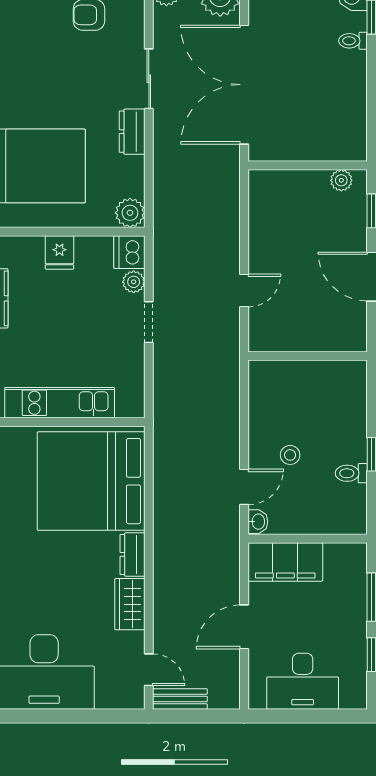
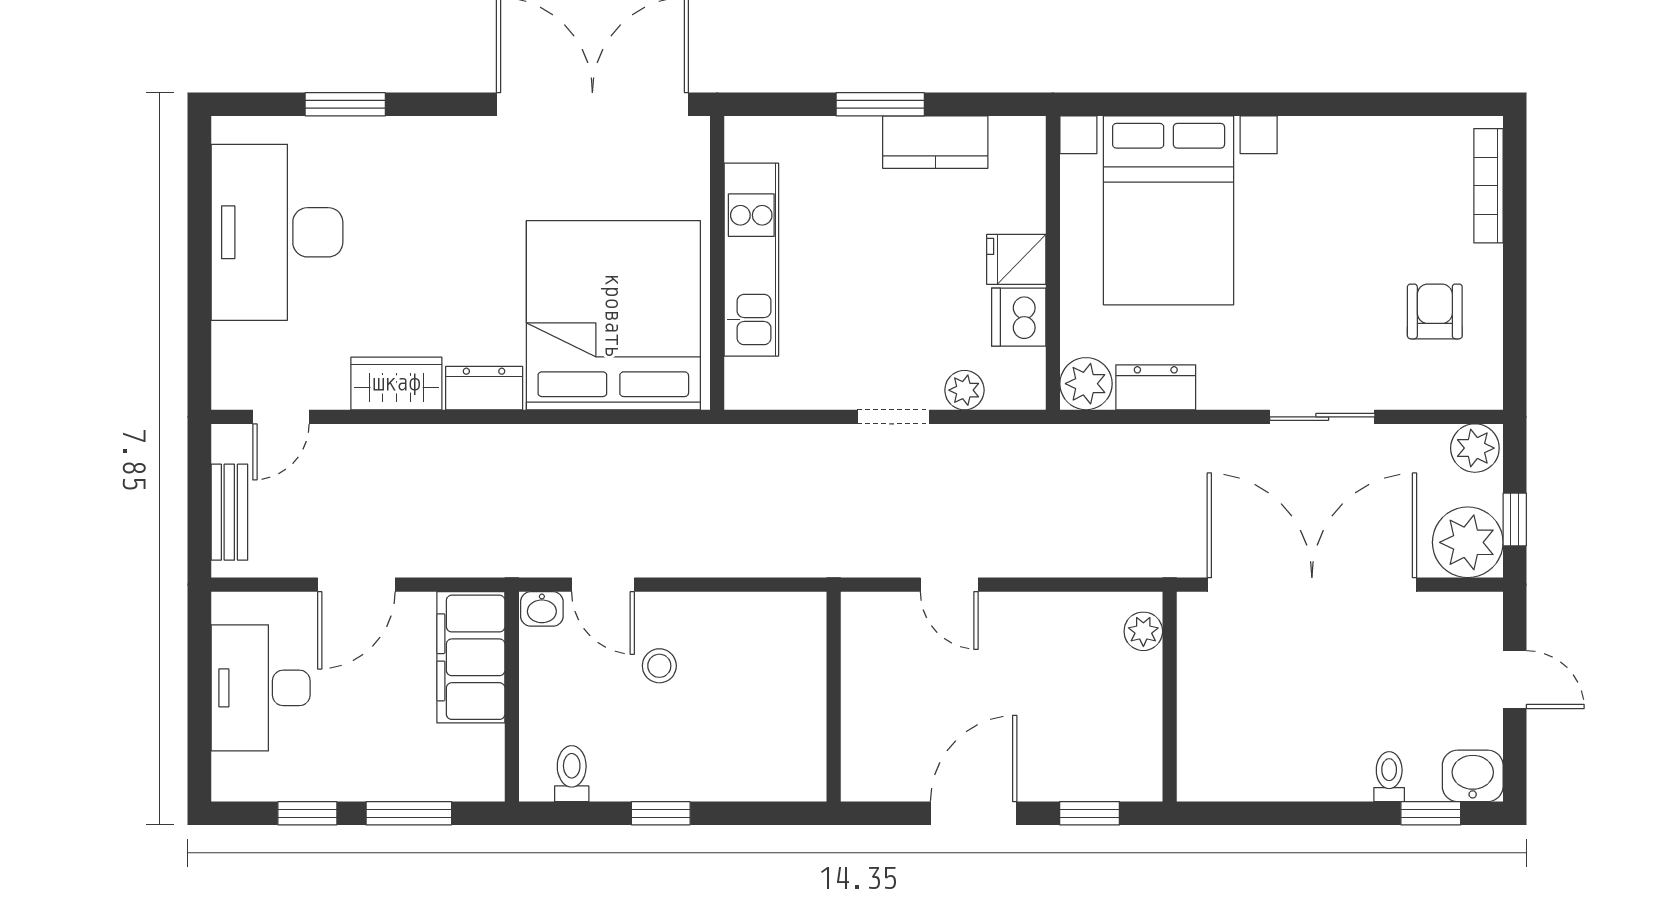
dresser: (132, 132) -> (1156, 387), moved
plant: (341, 180) -> (1143, 631), moved
dishwasher: (129, 252) -> (1019, 317), moved, turned -90
toilet: (351, 473) -> (572, 774), moved
door: (244, 627) -> (356, 585), swing flipped
bench: (180, 699) -> (229, 512), moved

